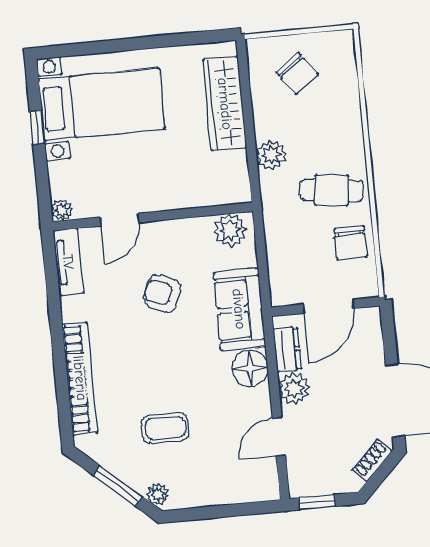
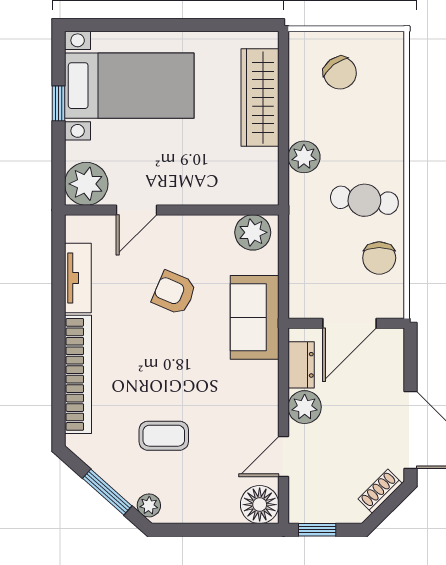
plant: (62, 210) -> (86, 184), width x1.88, depth x1.88
tv unit: (68, 262) -> (78, 278), moved
floor lamp: (250, 368) -> (260, 505), moved

